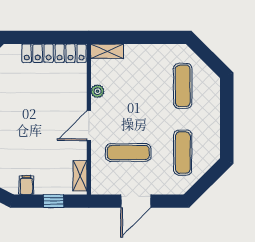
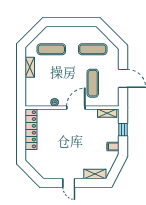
shelving: (107, 51) -> (30, 67), moved
door: (89, 126) -> (76, 108), swing flipped

